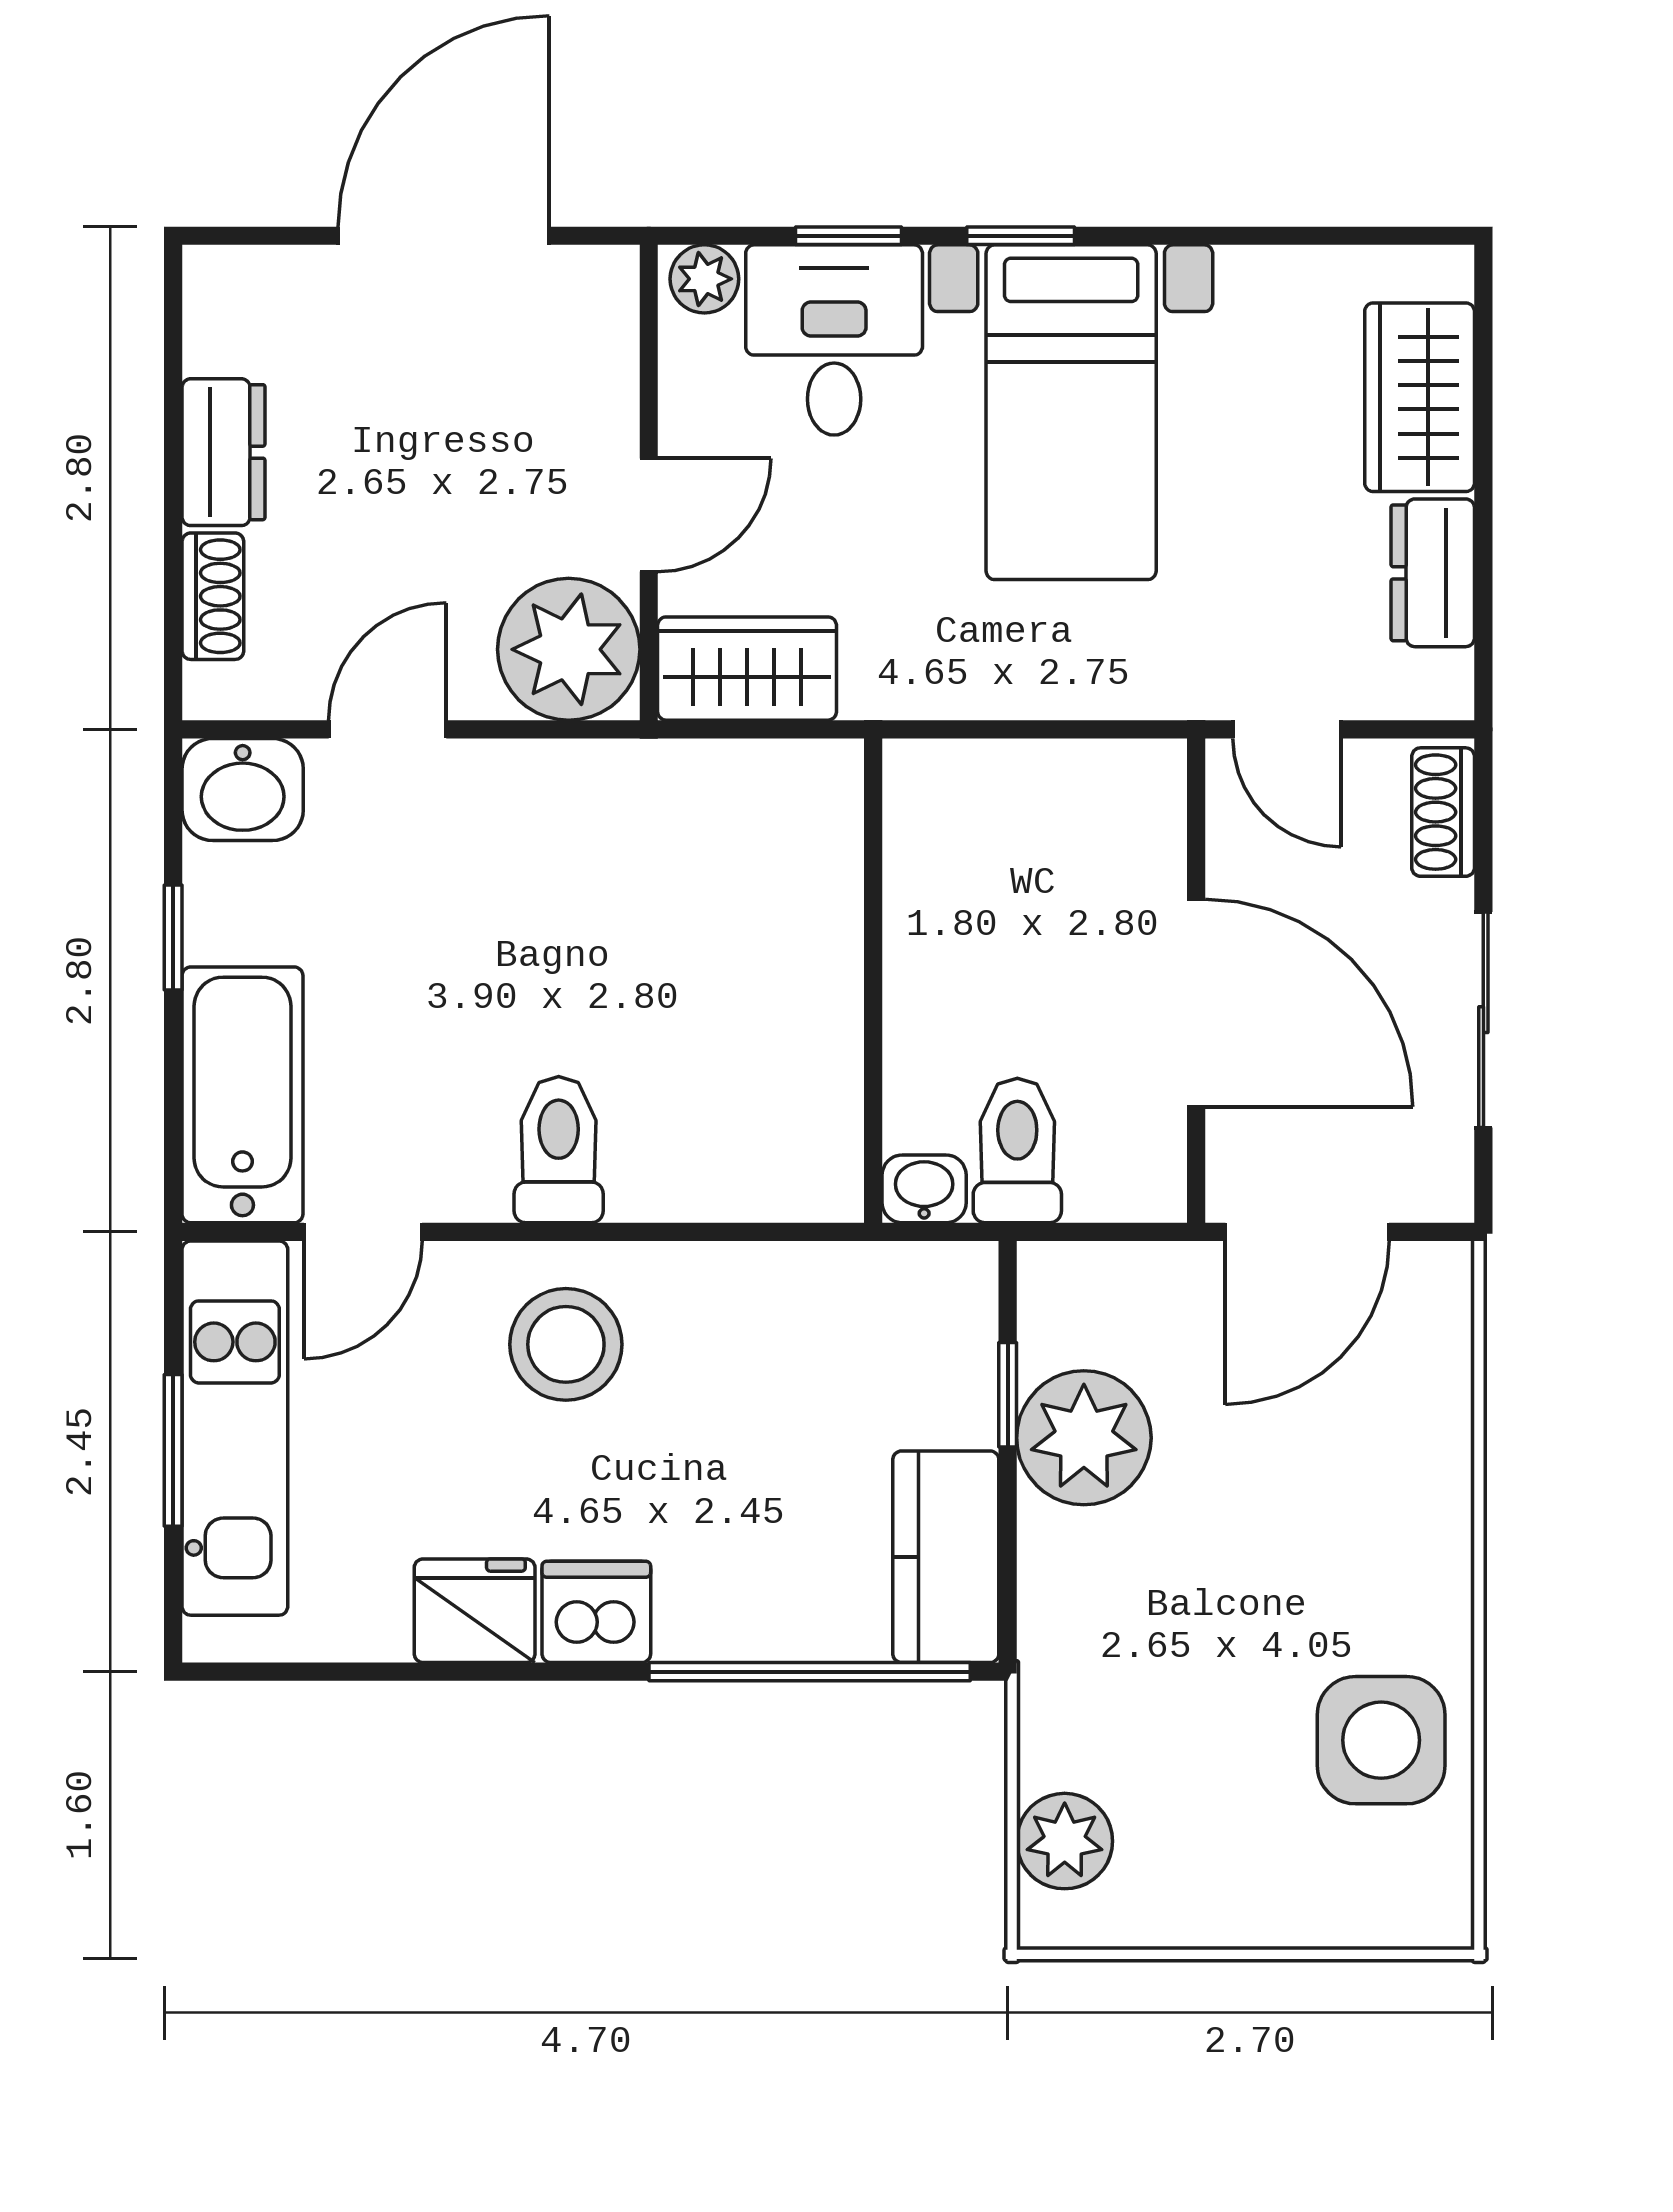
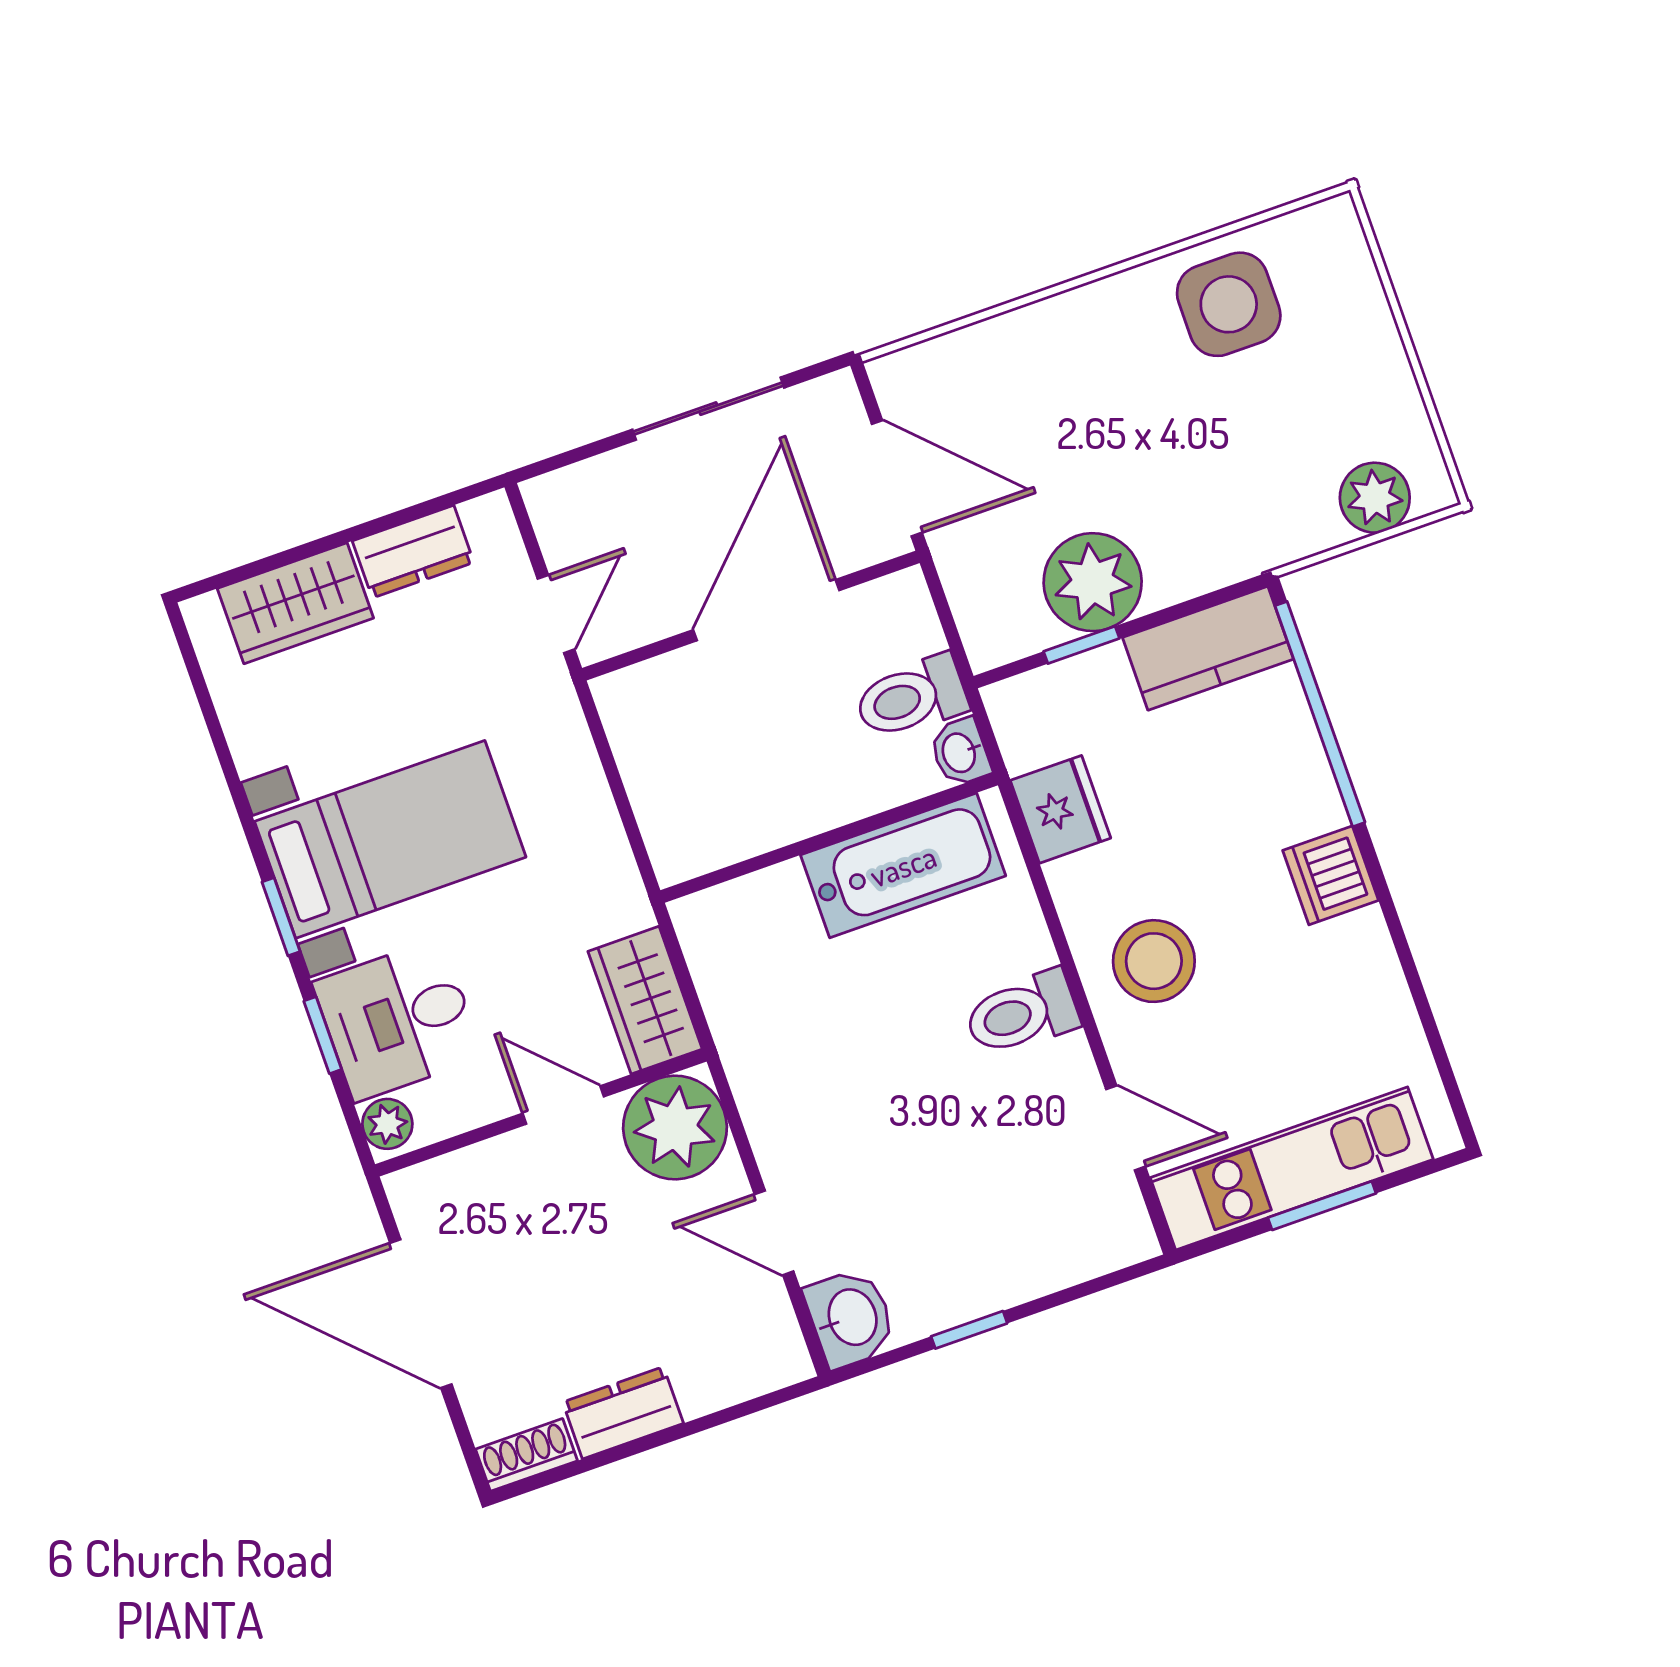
shoe rack: (213, 596) -> (526, 1455), moved
shoe rack: (1443, 812) -> (575, 487), removed
bathtub: (242, 1095) -> (903, 865), moved, turned 180
fridge: (475, 1611) -> (1061, 809), moved, turned 180

